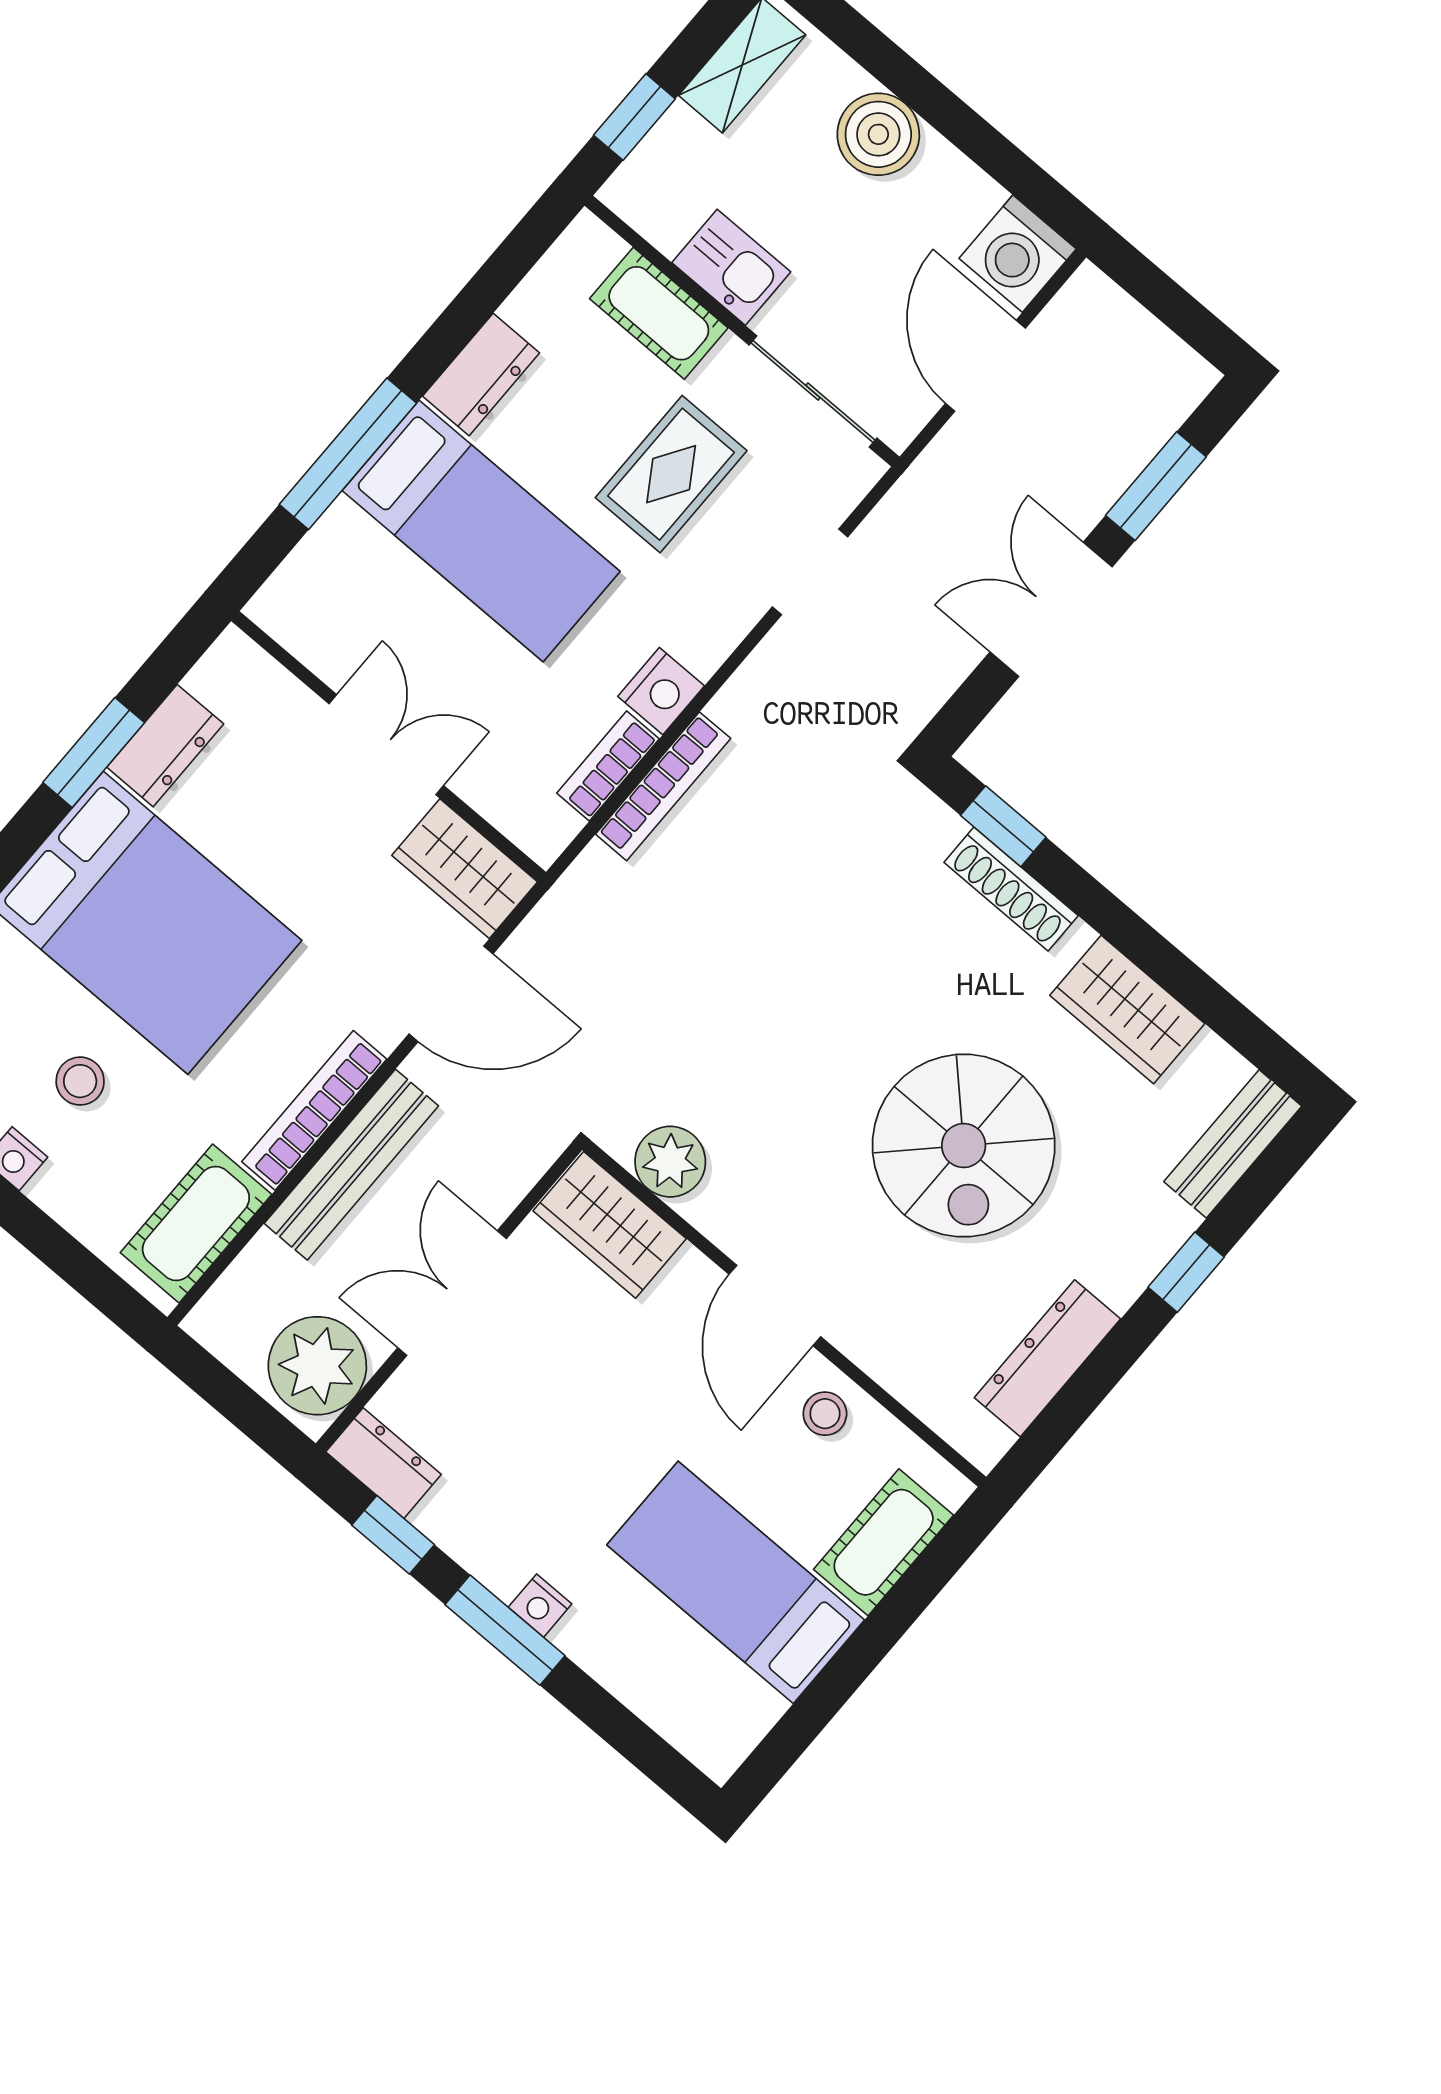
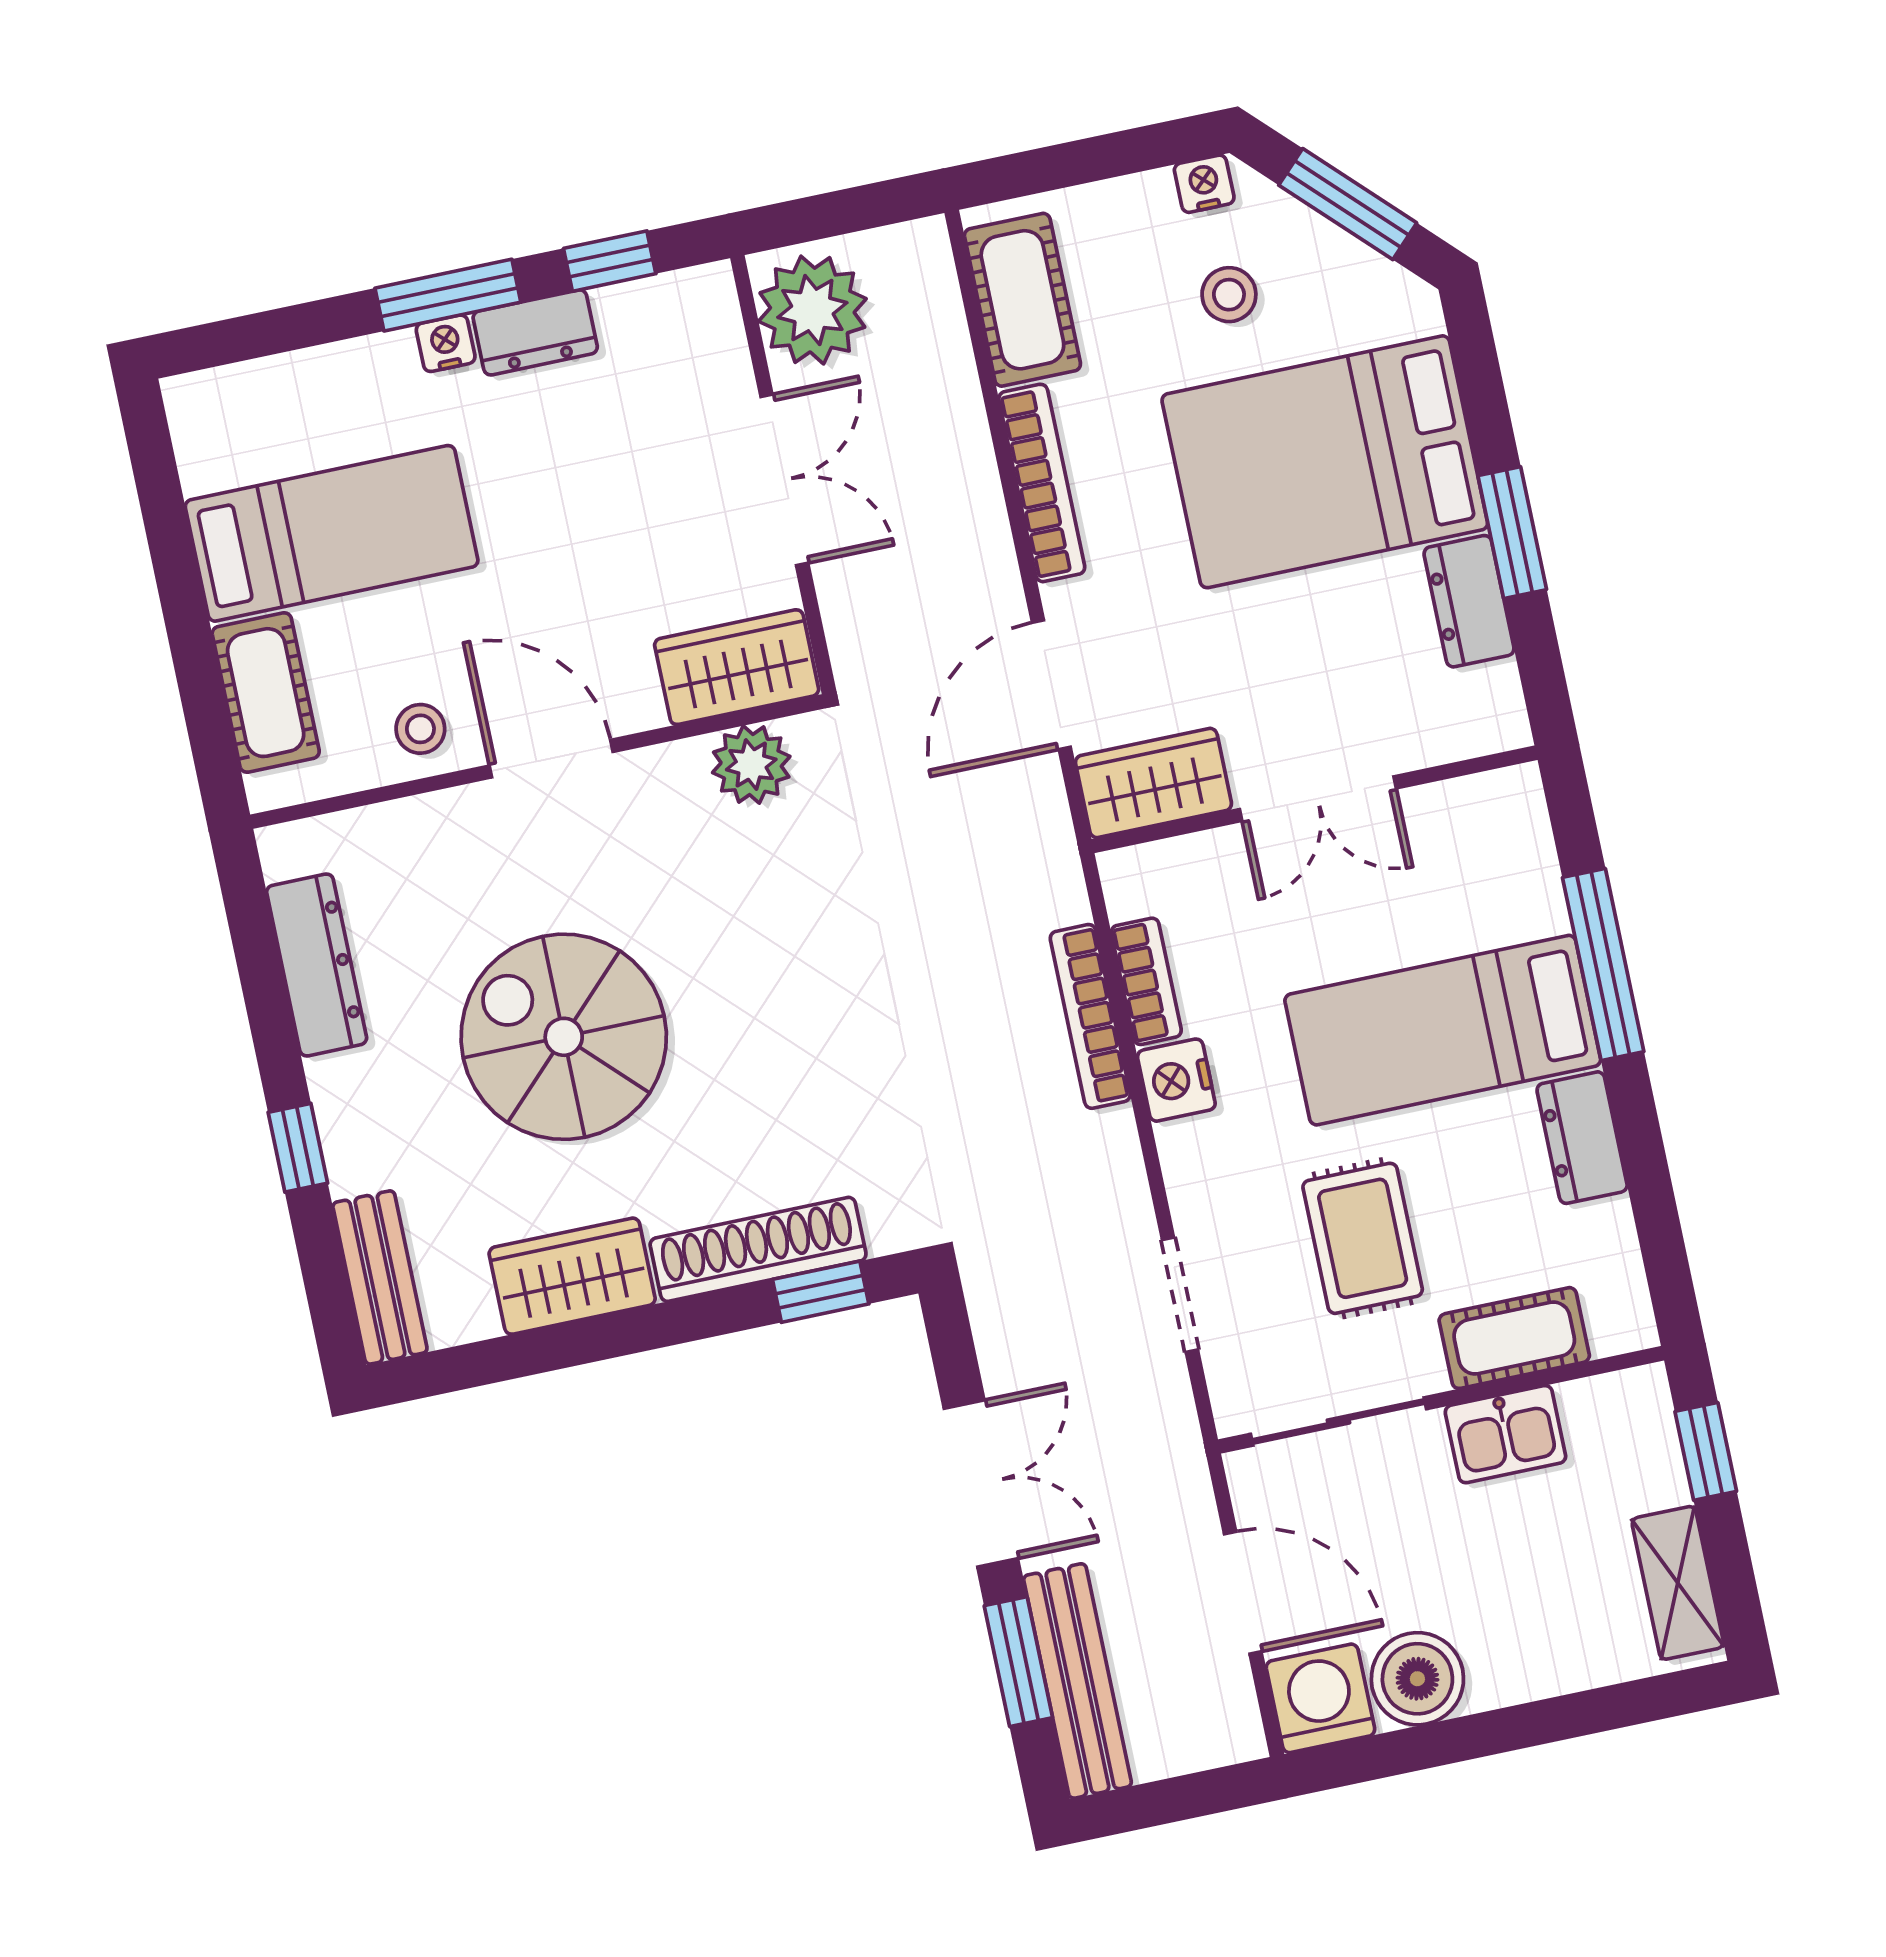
boiler: (878, 134) -> (1417, 1679), moved
shoe rack: (1011, 889) -> (758, 1249), width x1.36, depth x1.24
bench: (351, 1165) -> (1078, 1681), moved
dresser: (384, 1463) -> (535, 332), moved

